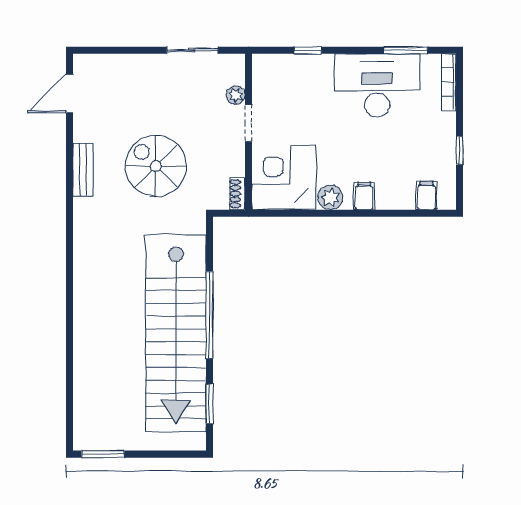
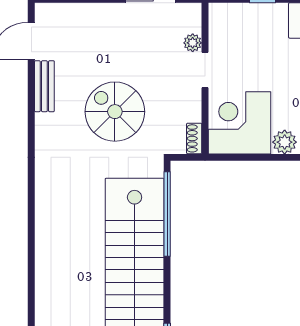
bench: (83, 169) -> (44, 86), moved
window: (209, 315) -> (167, 214), moved

